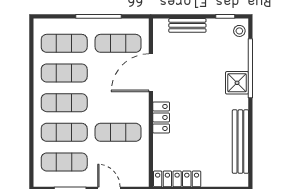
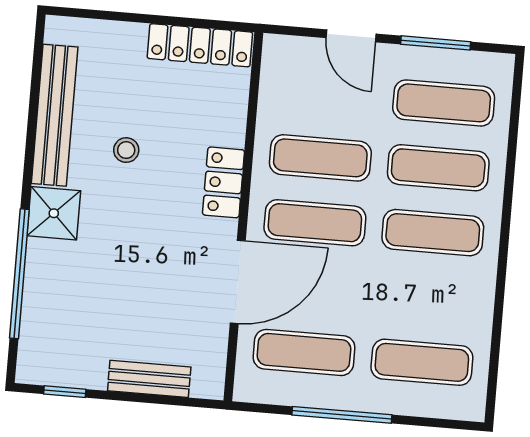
stool: (239, 31) -> (126, 150), moved
exercise mat: (64, 73) -> (315, 223), moved
shower: (237, 83) -> (54, 213), moved

